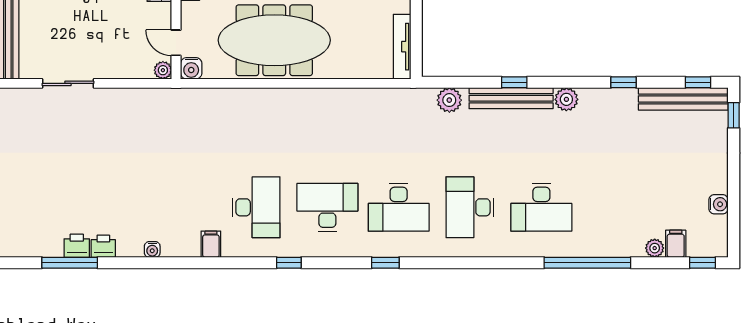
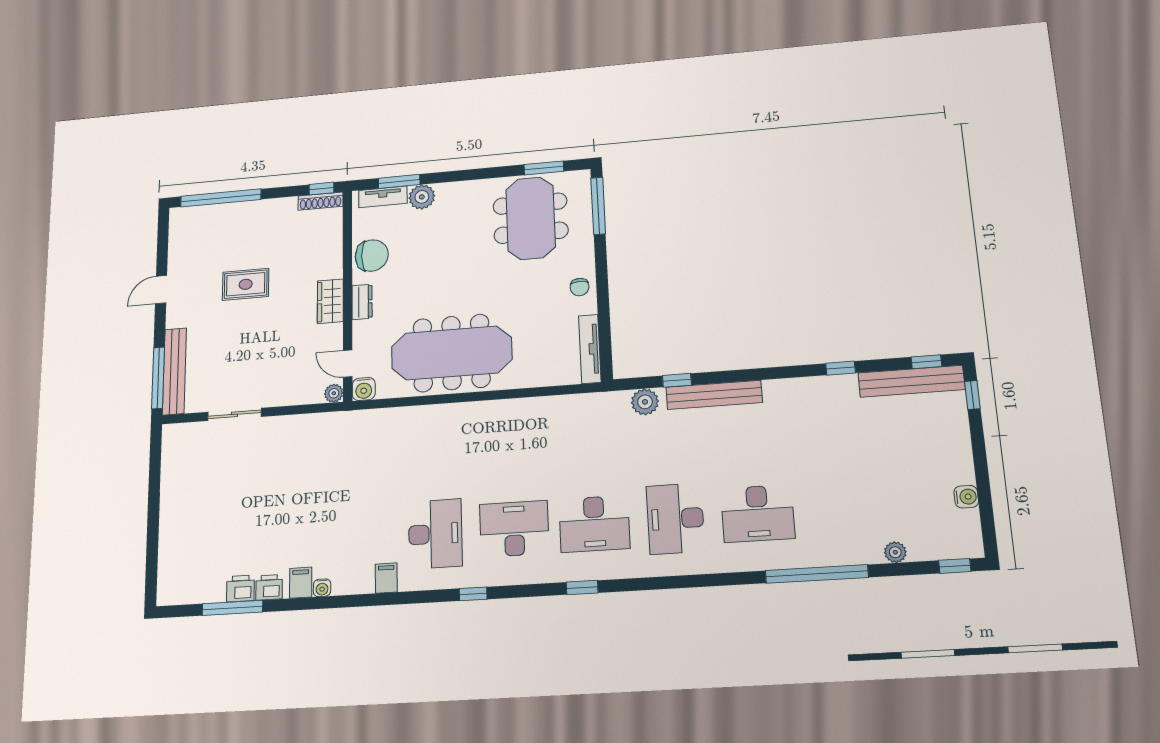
window: (514, 82) -> (677, 380), moved
plant: (566, 99) -> (777, 391), removed
filing cabinet: (676, 244) -> (301, 583), moved

